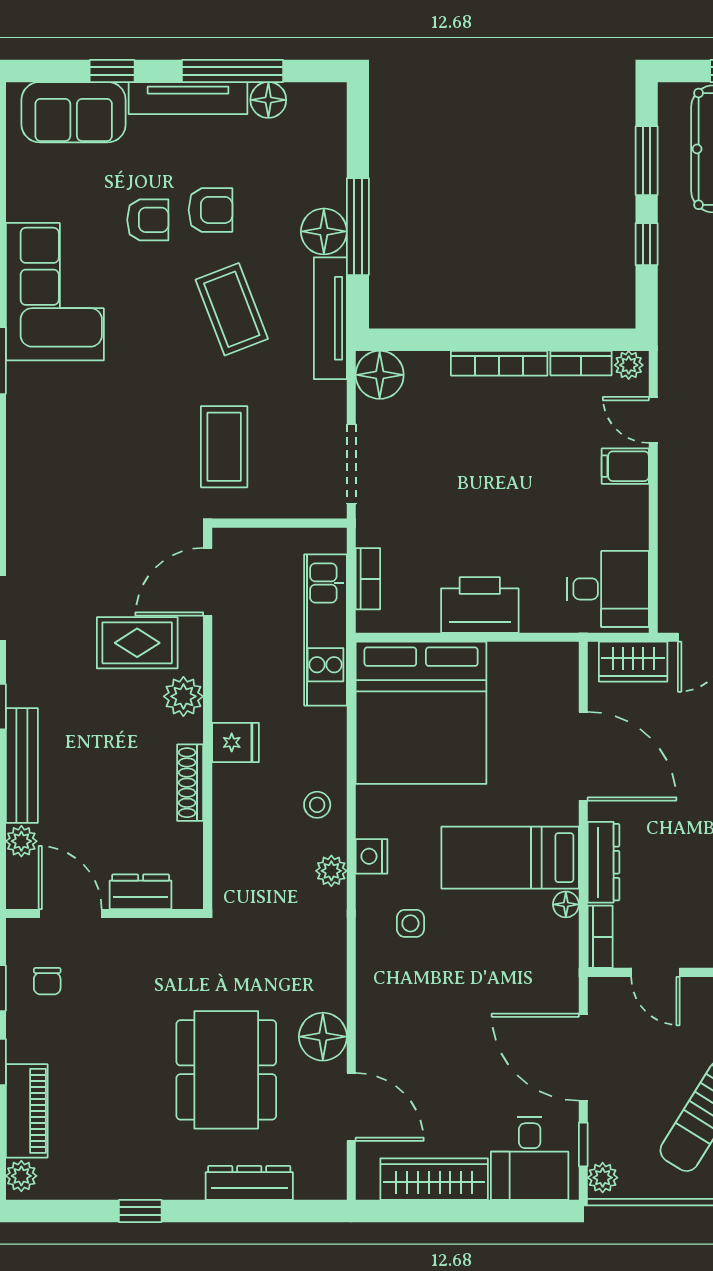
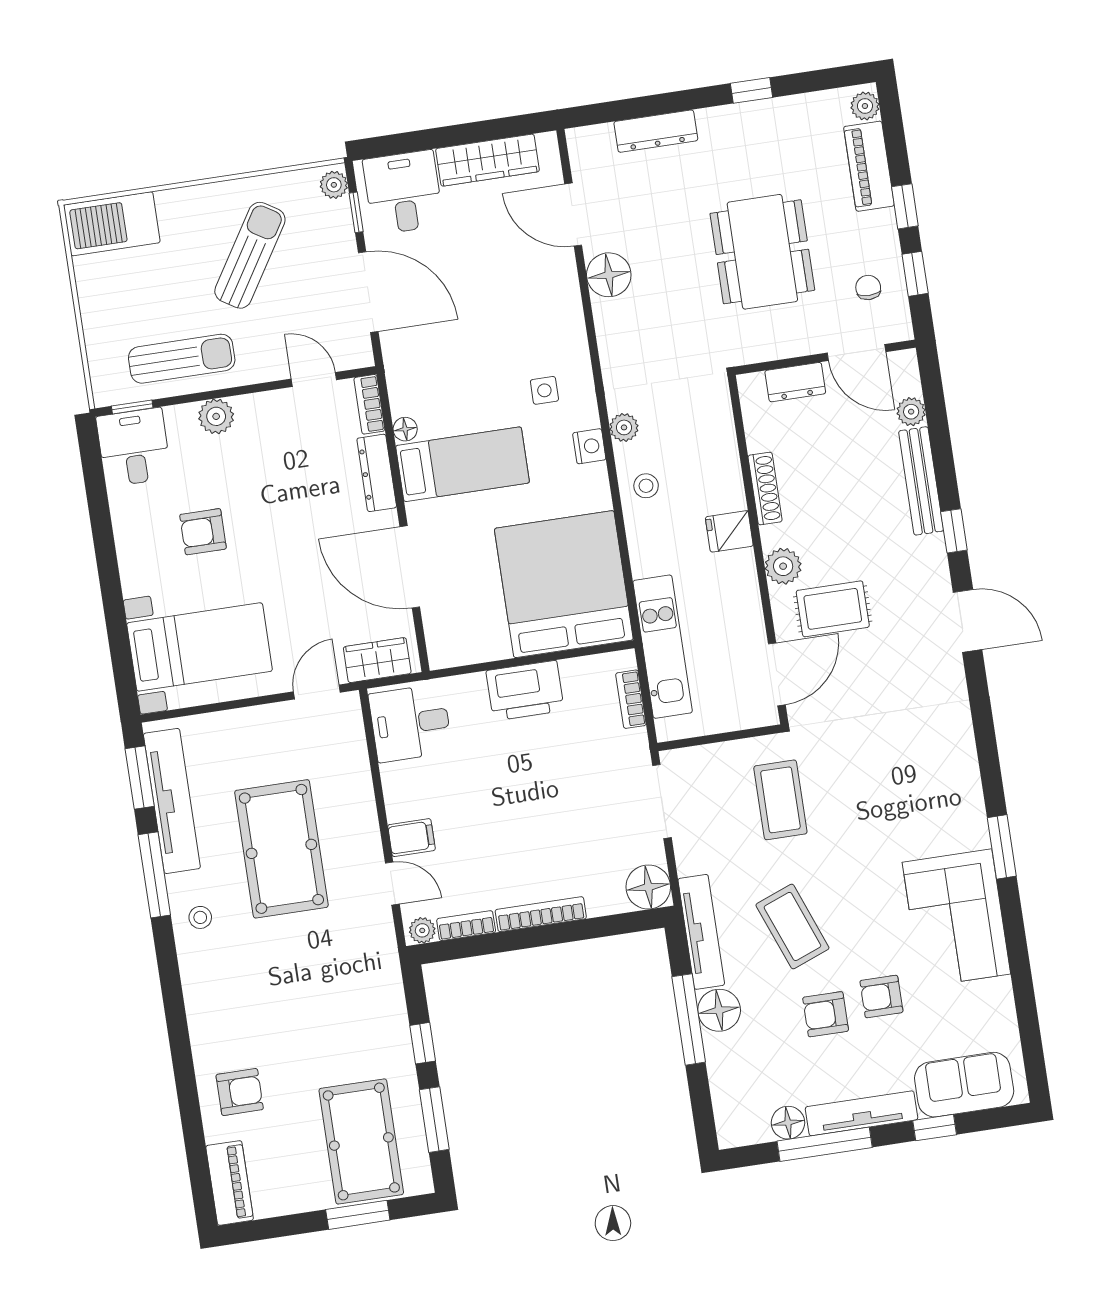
dining table: (226, 1070) -> (762, 252), moved

